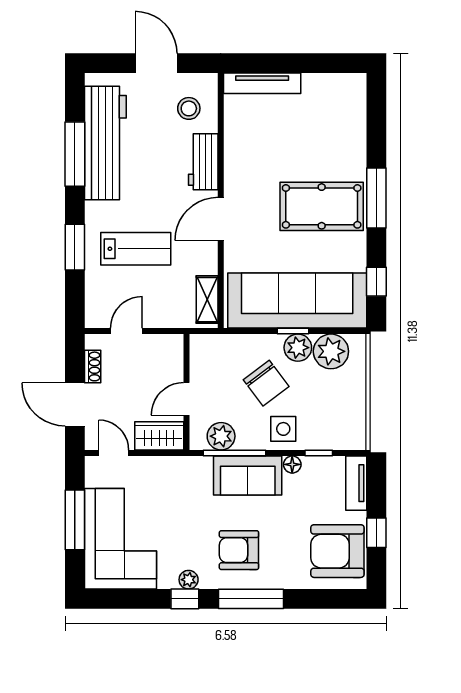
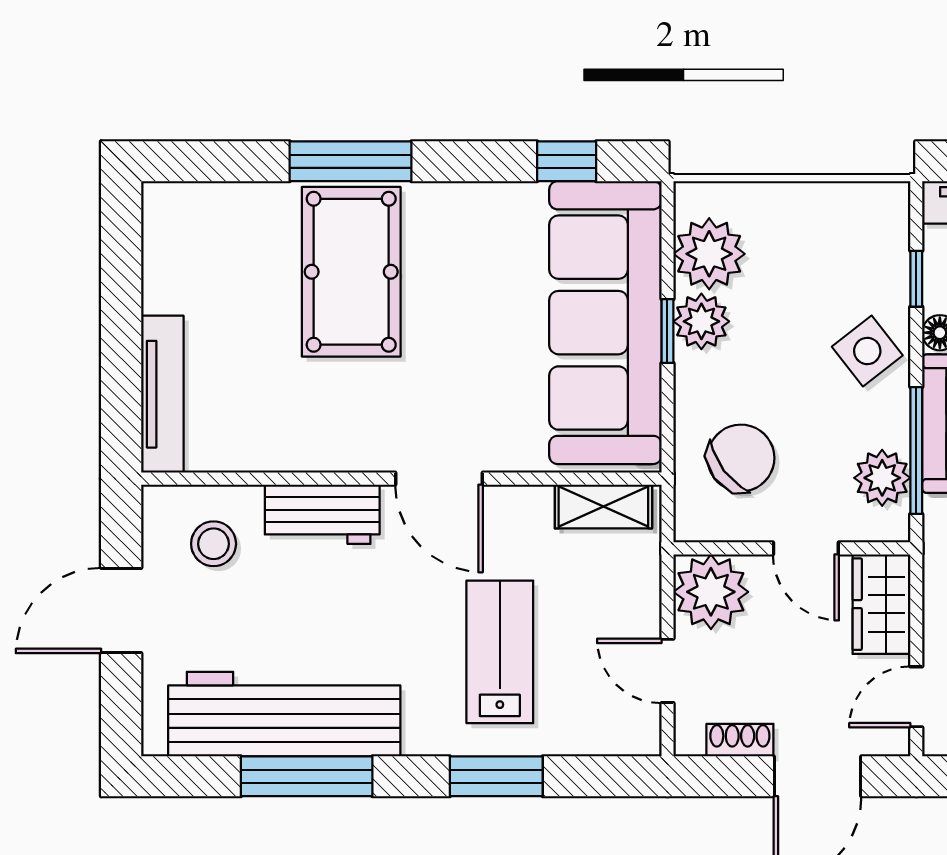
window: (376, 198) -> (350, 161), moved
pool table: (322, 206) -> (351, 272), moved
plant: (165, 352) -> (711, 592), added
chair: (266, 383) -> (741, 458), moved
side table: (283, 429) -> (867, 351), turned -38

